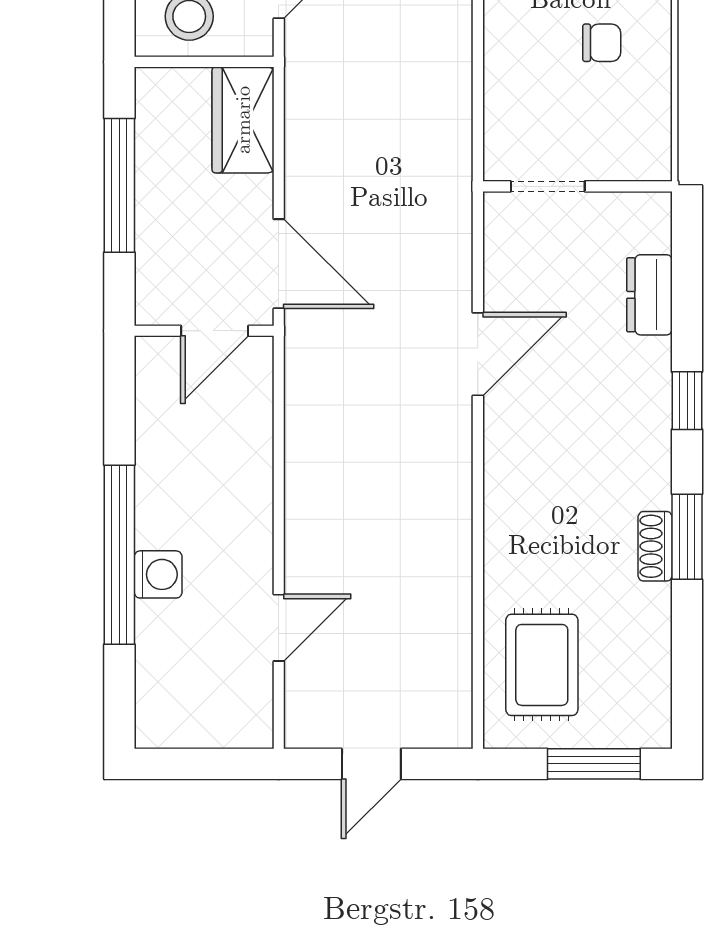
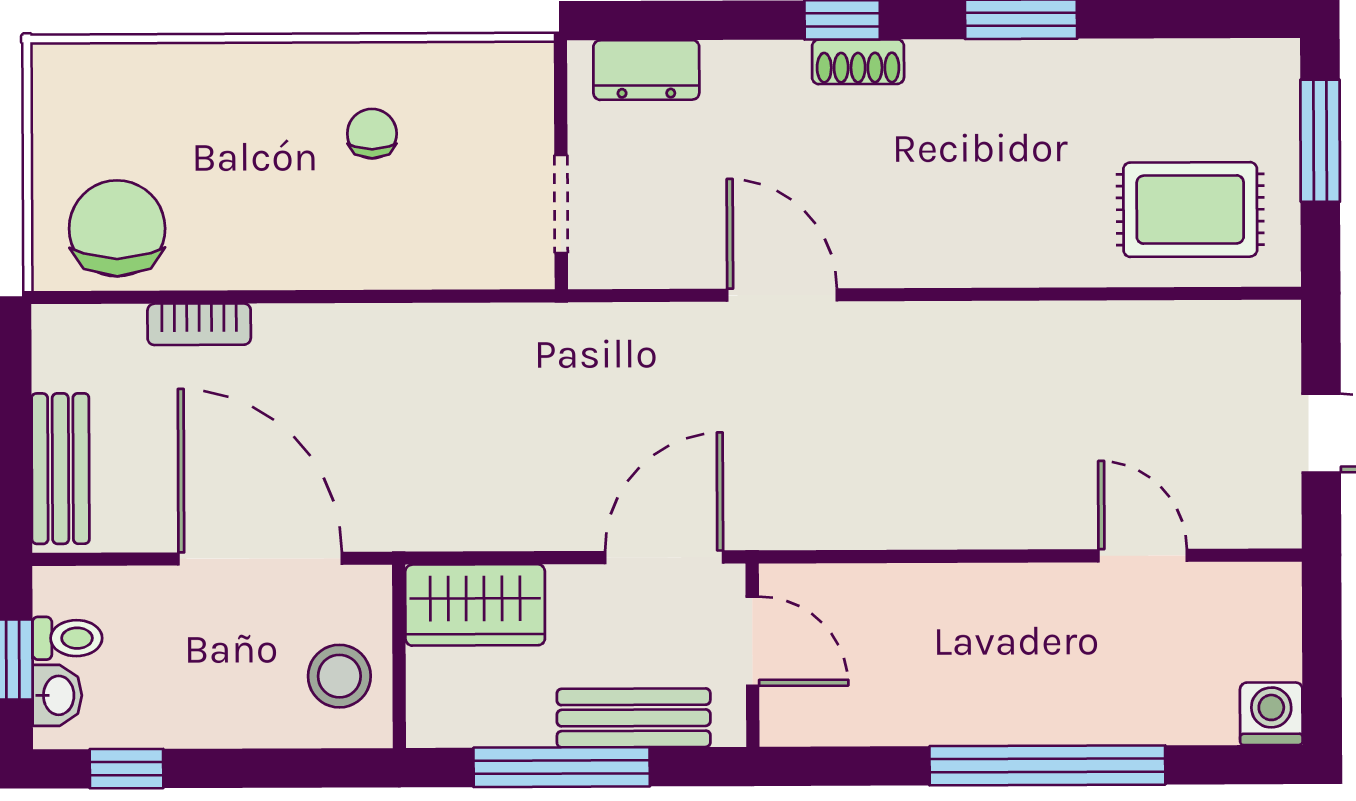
bench: (157, 240) -> (634, 718), added
dresser: (649, 295) -> (646, 70), moved
shoe rack: (655, 546) -> (858, 62), moved
washing machine: (158, 574) -> (1271, 714), moved

